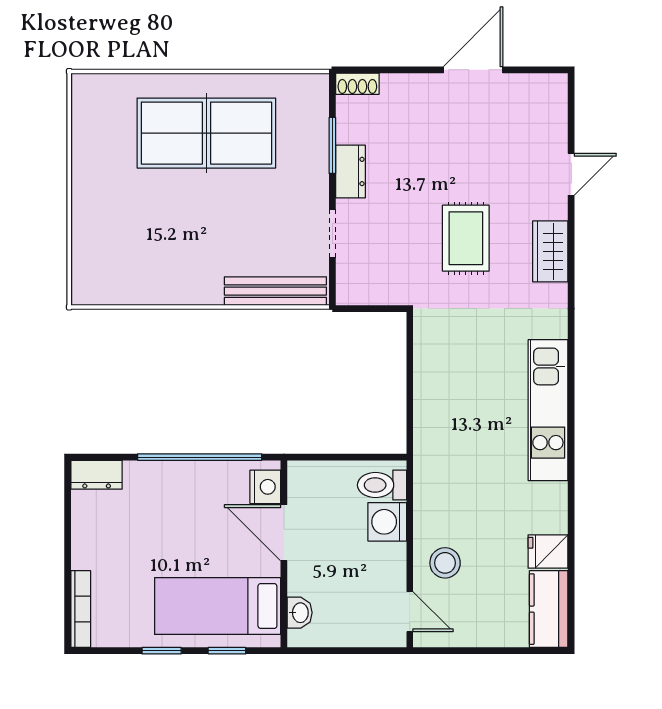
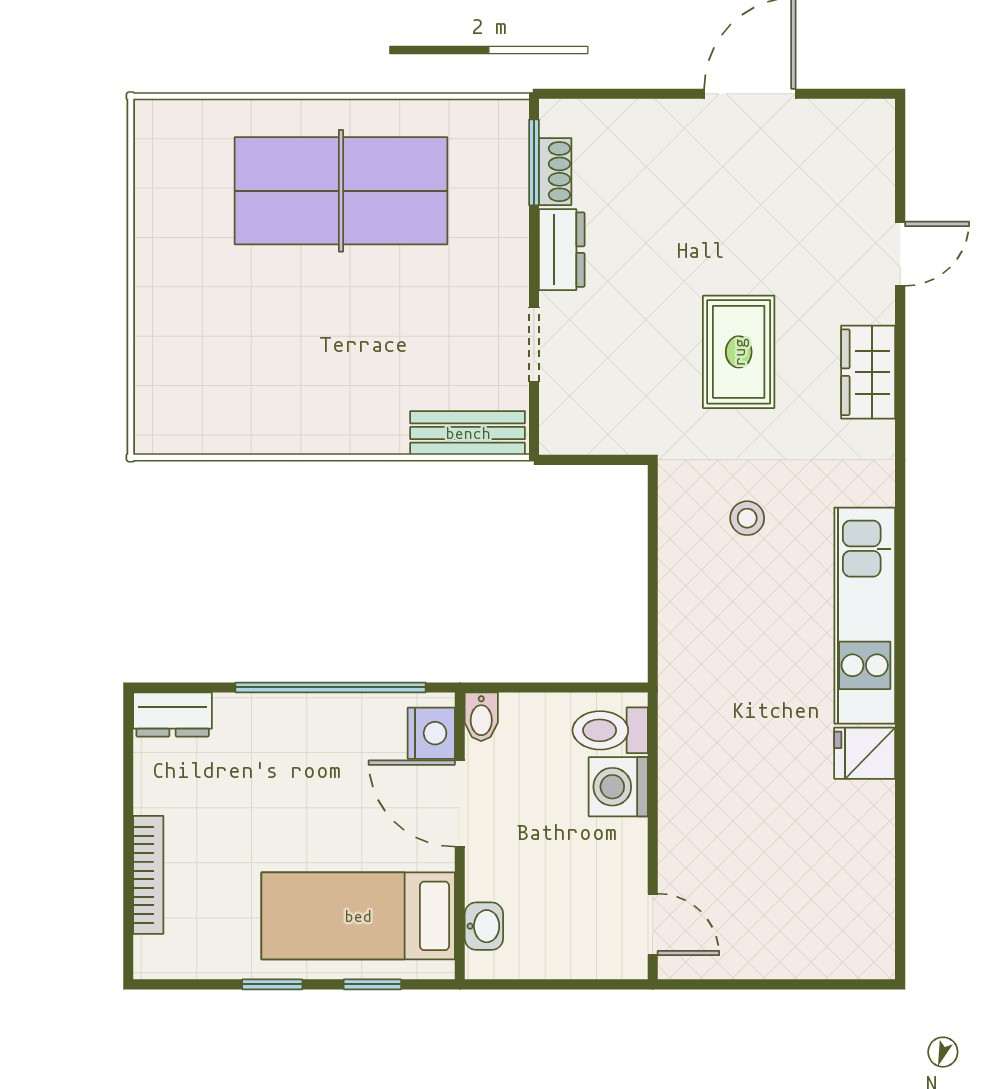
shoe rack: (357, 84) -> (555, 172), moved, turned -90
window: (332, 145) -> (534, 162), moved
bench: (275, 291) -> (468, 433), width x0.73
bidet: (298, 476) -> (481, 717), added
fridge: (548, 551) -> (865, 753), moved
stool: (445, 563) -> (747, 518), moved, width x0.73, depth x0.73
bookcase: (81, 609) -> (148, 875), moved
kitchen counter: (549, 609) -> (866, 921), removed

